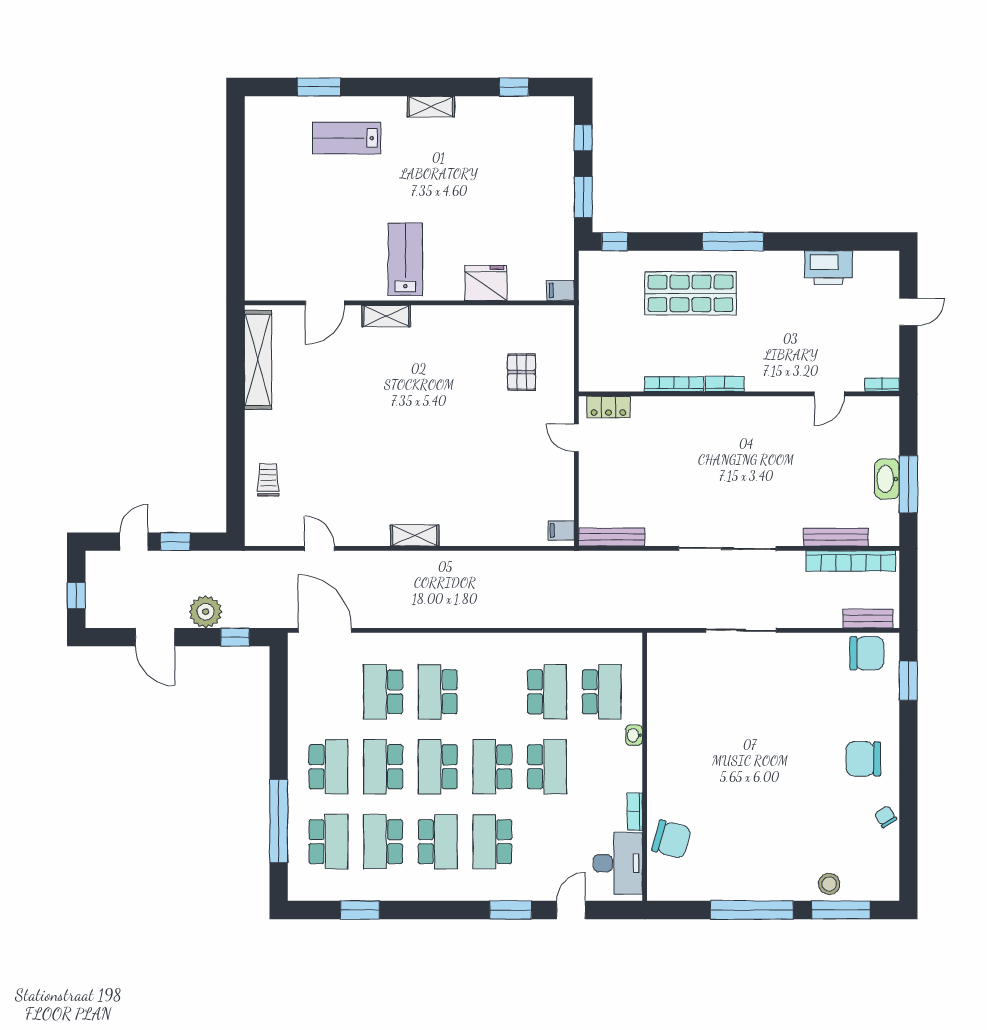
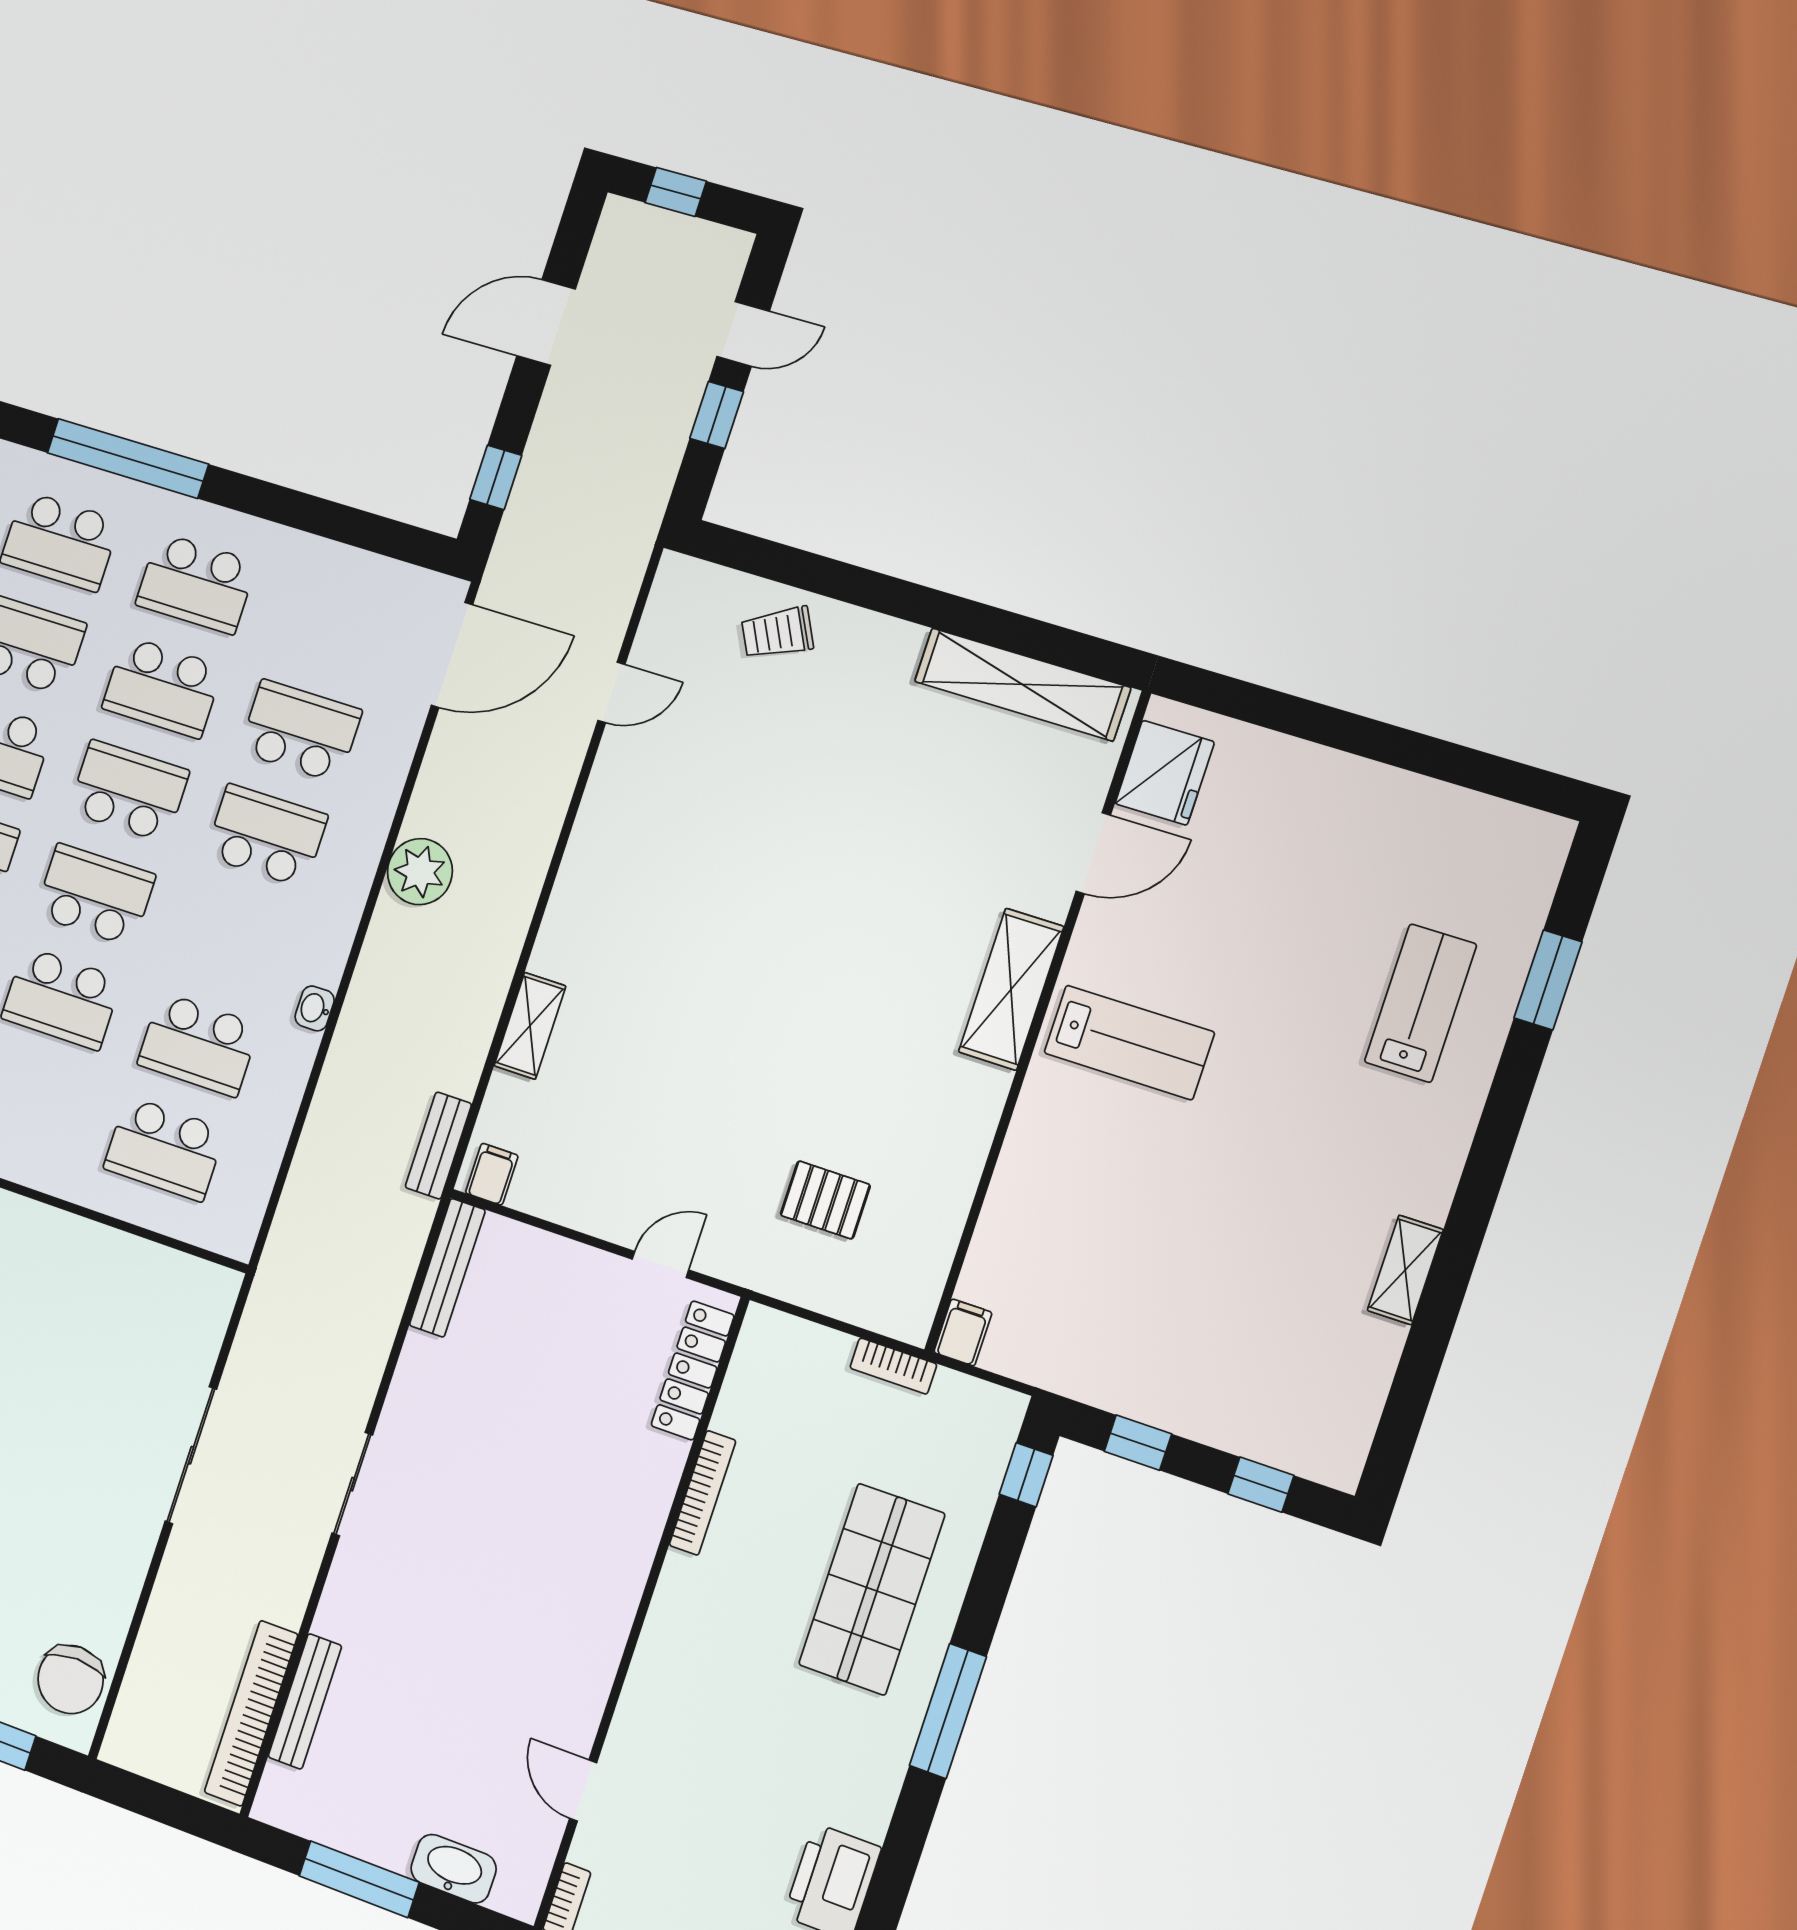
window: (514, 87) -> (1415, 1380), removed
shelving: (431, 107) -> (1405, 1270), moved
window: (583, 197) -> (1138, 1443), width x0.67
fridge: (486, 283) -> (1165, 773), moved
door: (325, 303) -> (1093, 853), swing flipped
shelving: (386, 316) -> (1011, 989), width x1.50, depth x1.33
bookcase: (725, 384) -> (893, 1366), moved, turned 90
locker: (608, 407) -> (693, 1370), width x1.53
washbasin: (887, 479) -> (454, 1869), moved
trolley: (268, 480) -> (777, 633), turned 153
shelving: (415, 535) -> (530, 1026), moved
door: (134, 542) -> (743, 334), hinge flipped
sliding door: (727, 548) -> (352, 1484), width x0.54
plant: (206, 612) -> (420, 872), moved
bench: (868, 619) -> (438, 1146), moved
washbasin: (634, 735) -> (315, 1008), moved, turned -90
school desk: (383, 767) -> (162, 687), turned 180

